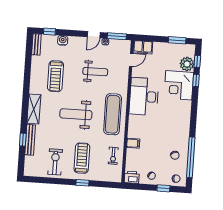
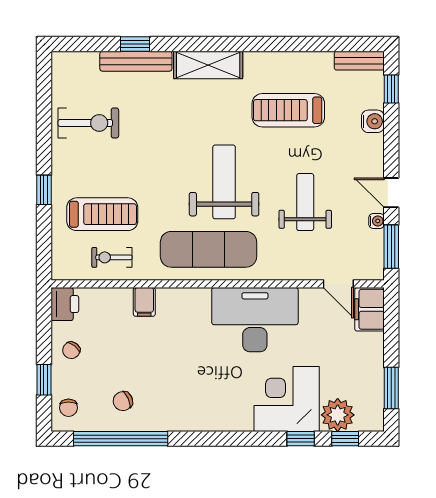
weight bench: (95, 72) -> (305, 202), turned 180
weight bench: (76, 114) -> (224, 182), moved
treadmill: (82, 158) -> (102, 214), moved

